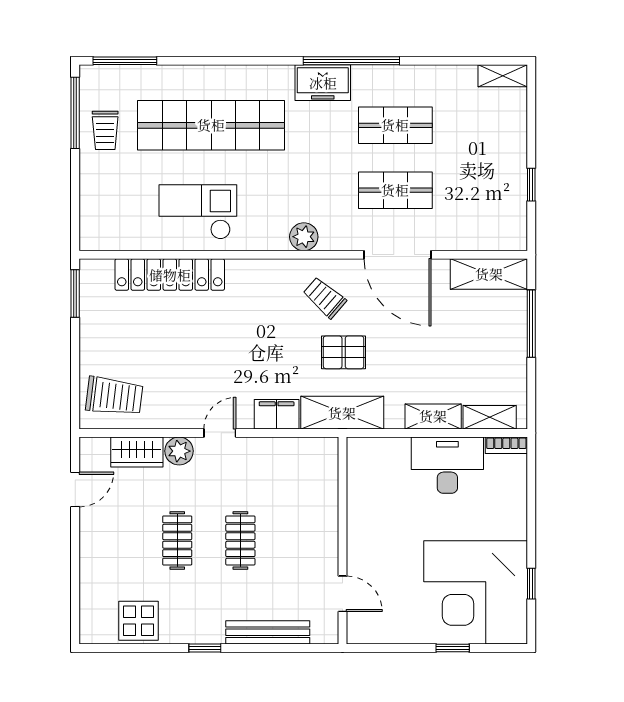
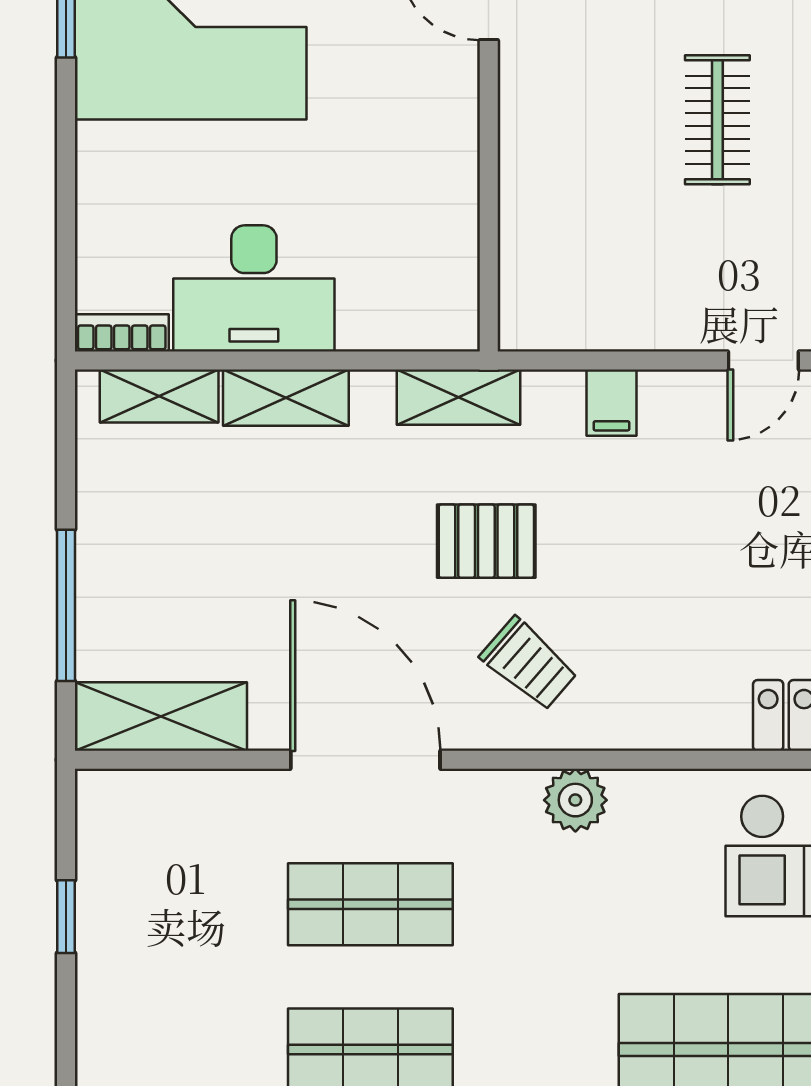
shelving: (342, 413) -> (458, 397), width x0.67, depth x0.75
filing cabinet: (277, 414) -> (611, 403), width x0.50

